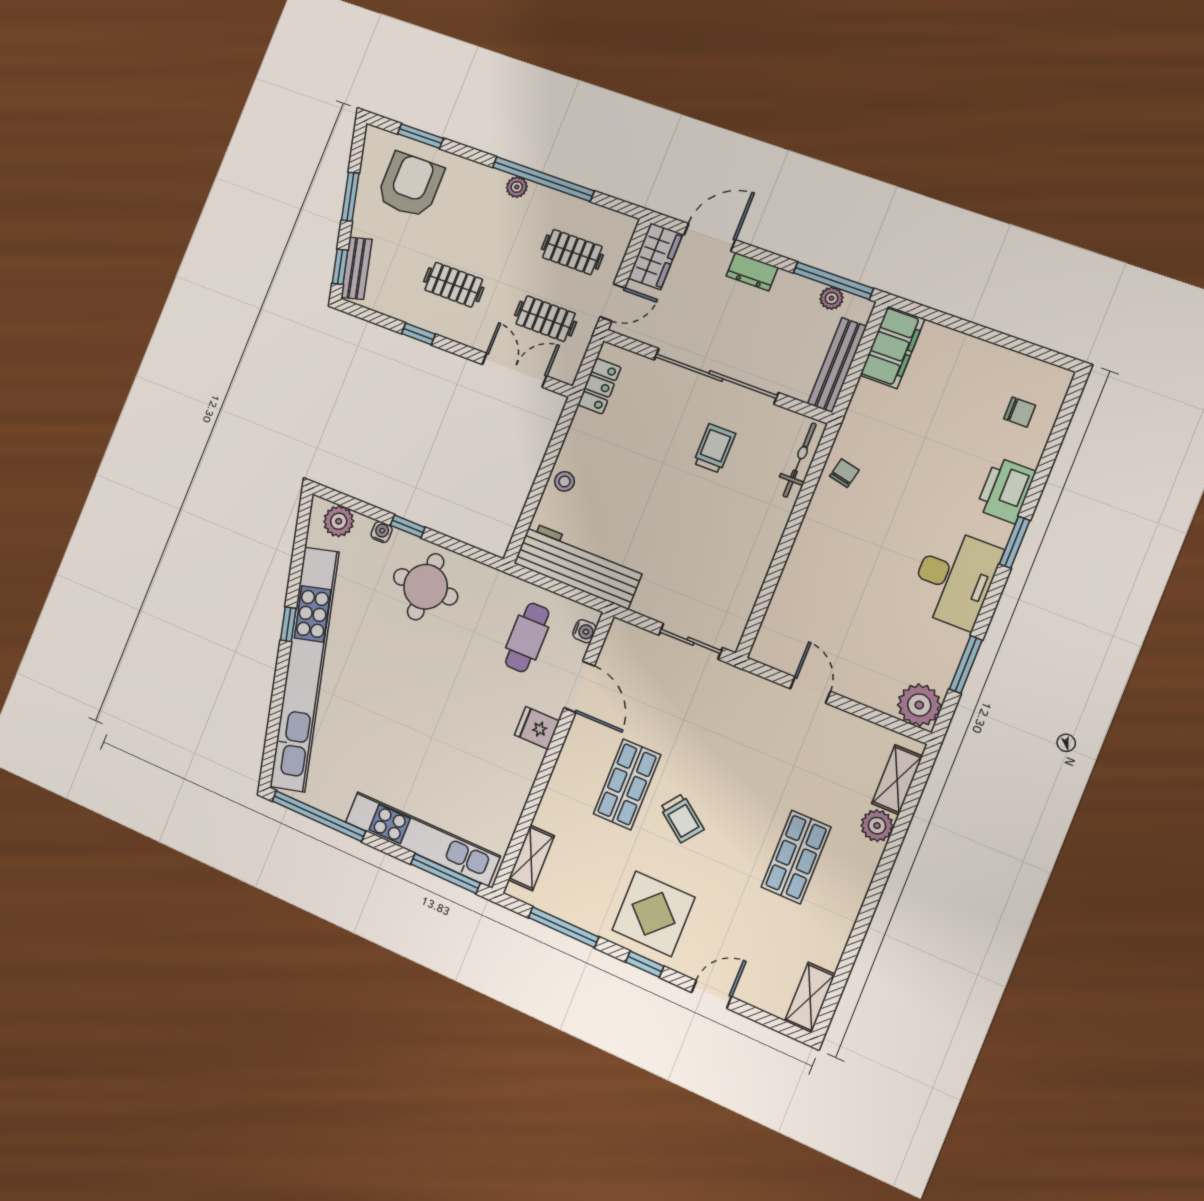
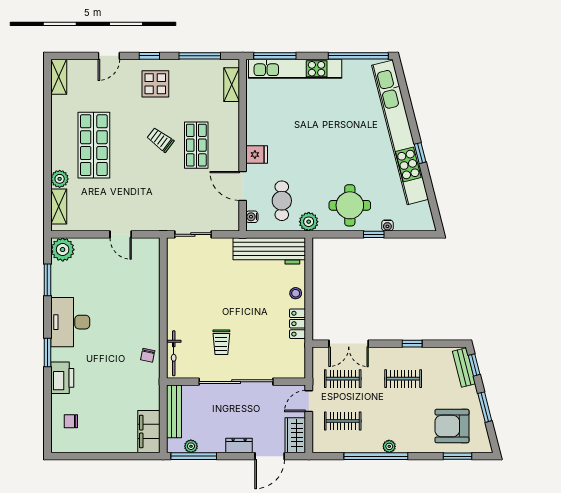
armchair: (410, 185) -> (452, 426), turned 90
locker: (599, 386) -> (298, 324), moved
plant: (339, 521) -> (309, 222), moved
shop shelf: (796, 857) -> (94, 145), width x1.43, depth x1.36
display table: (653, 914) -> (155, 84), width x0.73, depth x0.73

